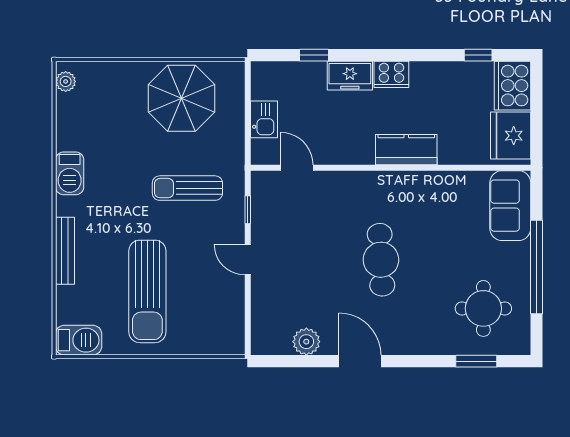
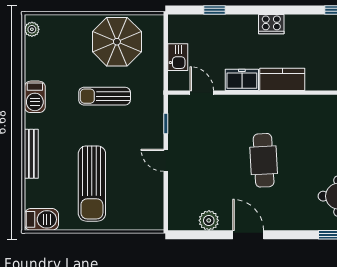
freezer: (350, 76) -> (242, 80), moved, turned 180
sun lounger: (187, 188) -> (105, 96), moved

